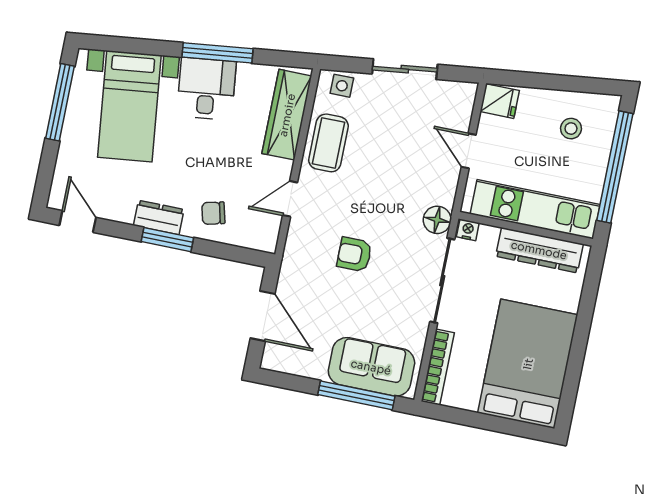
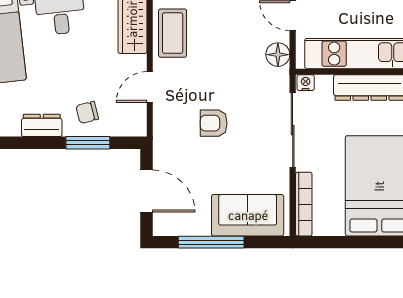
floor lamp: (437, 220) -> (278, 55), moved
window: (167, 240) -> (88, 143), moved
window: (356, 395) -> (211, 242), moved

